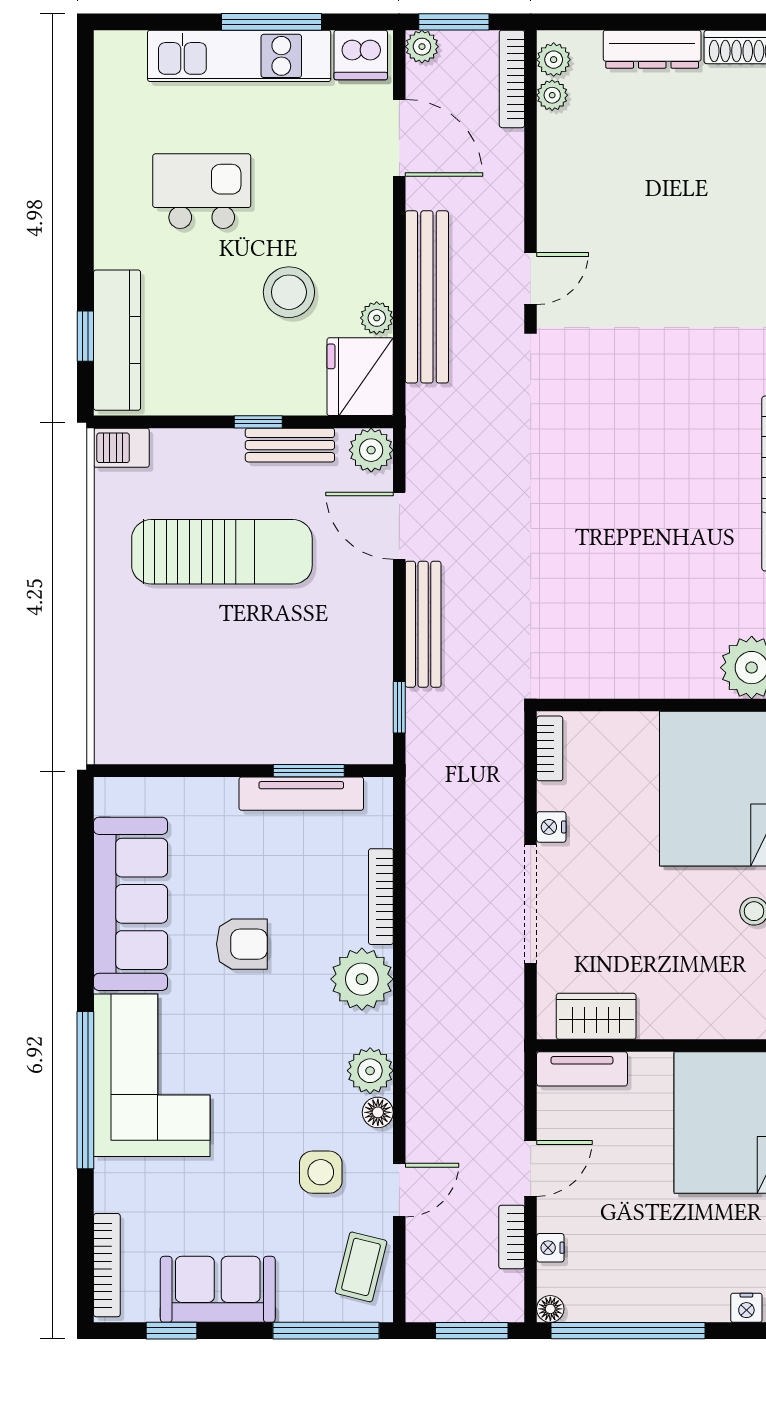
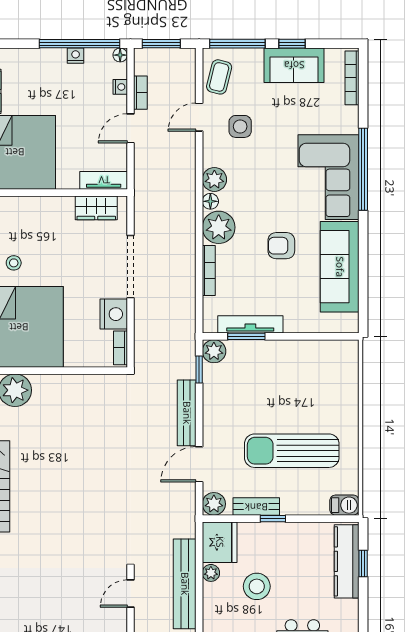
door: (399, 526) -> (199, 464), swing flipped
plant: (371, 742) -> (214, 351), added
nightstand: (551, 827) -> (114, 314), width x1.89, depth x1.79
floor lamp: (378, 1112) -> (210, 201), moved
nightstand: (746, 1308) -> (76, 56), moved
window: (172, 1331) -> (292, 44), moved

